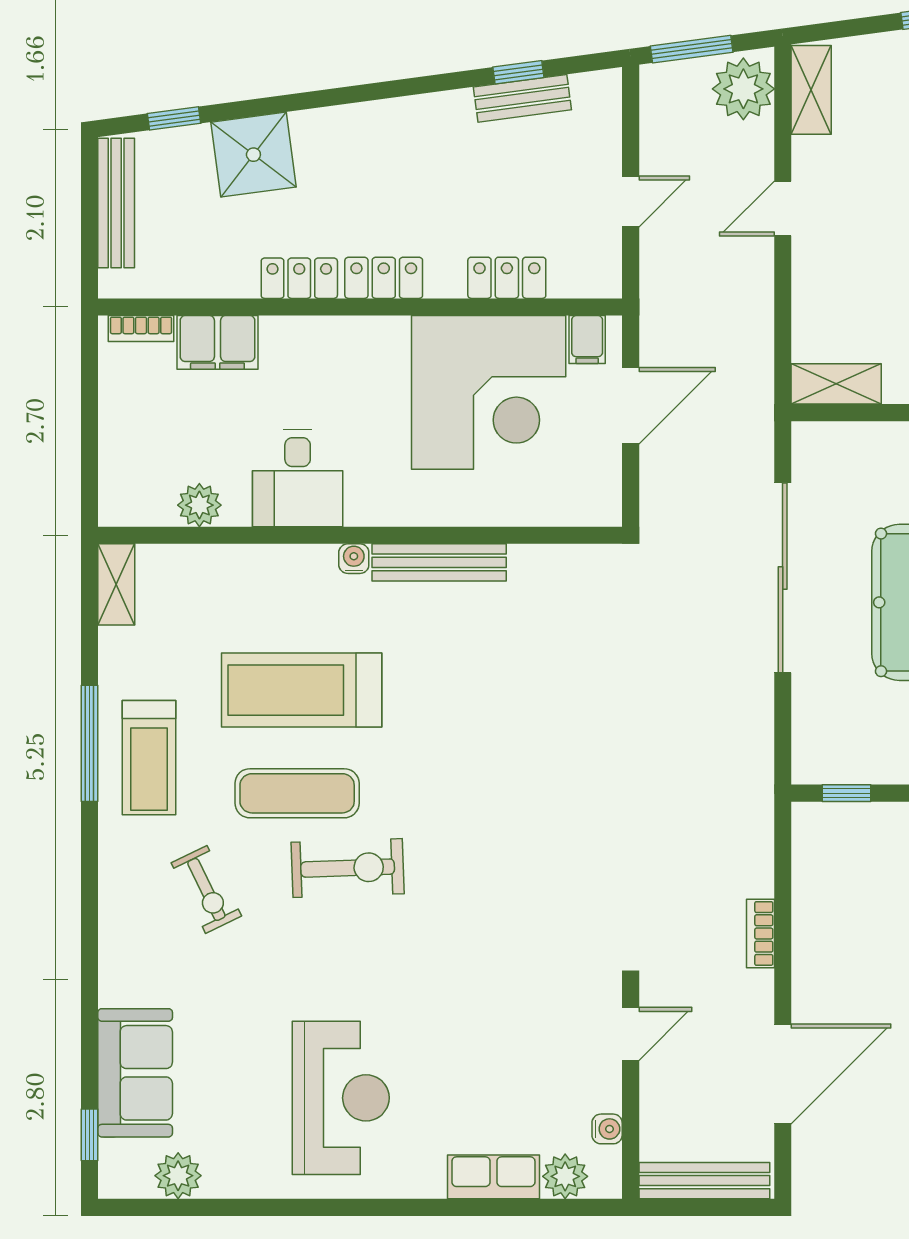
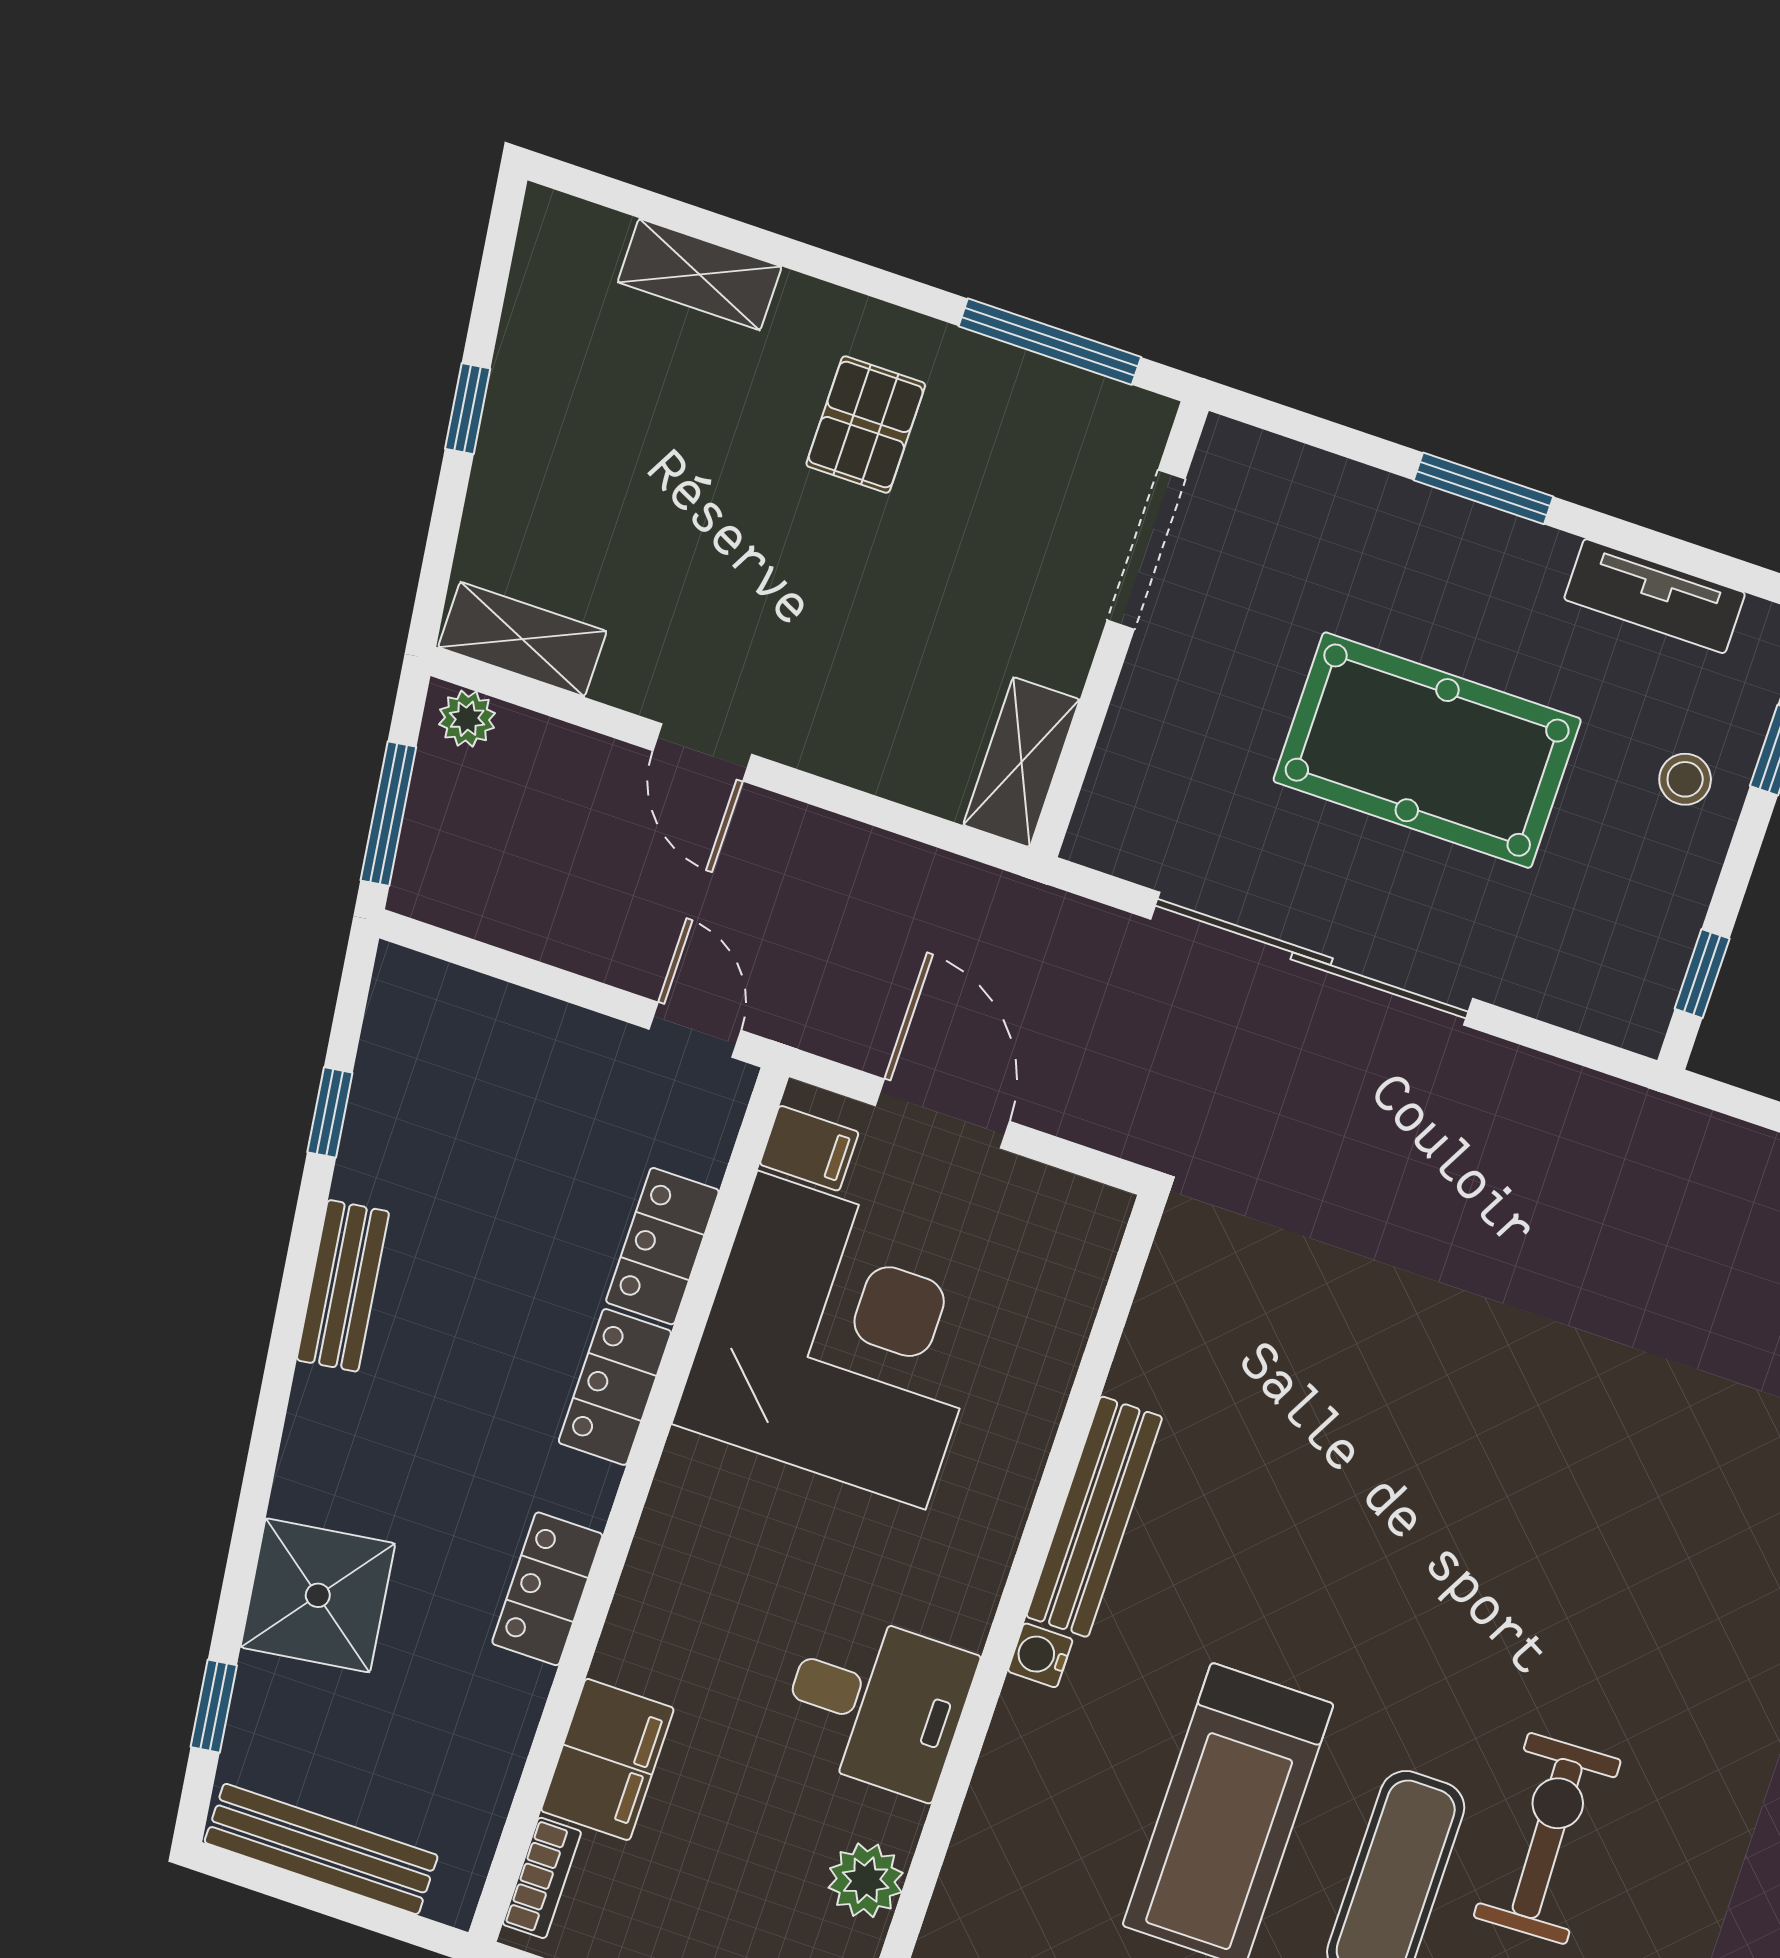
plant: (743, 89) -> (467, 719), width x0.53, depth x0.53
bench: (522, 98) -> (343, 1286), moved
door: (631, 201) -> (695, 1030), moved
locker: (384, 278) -> (615, 1387), moved

